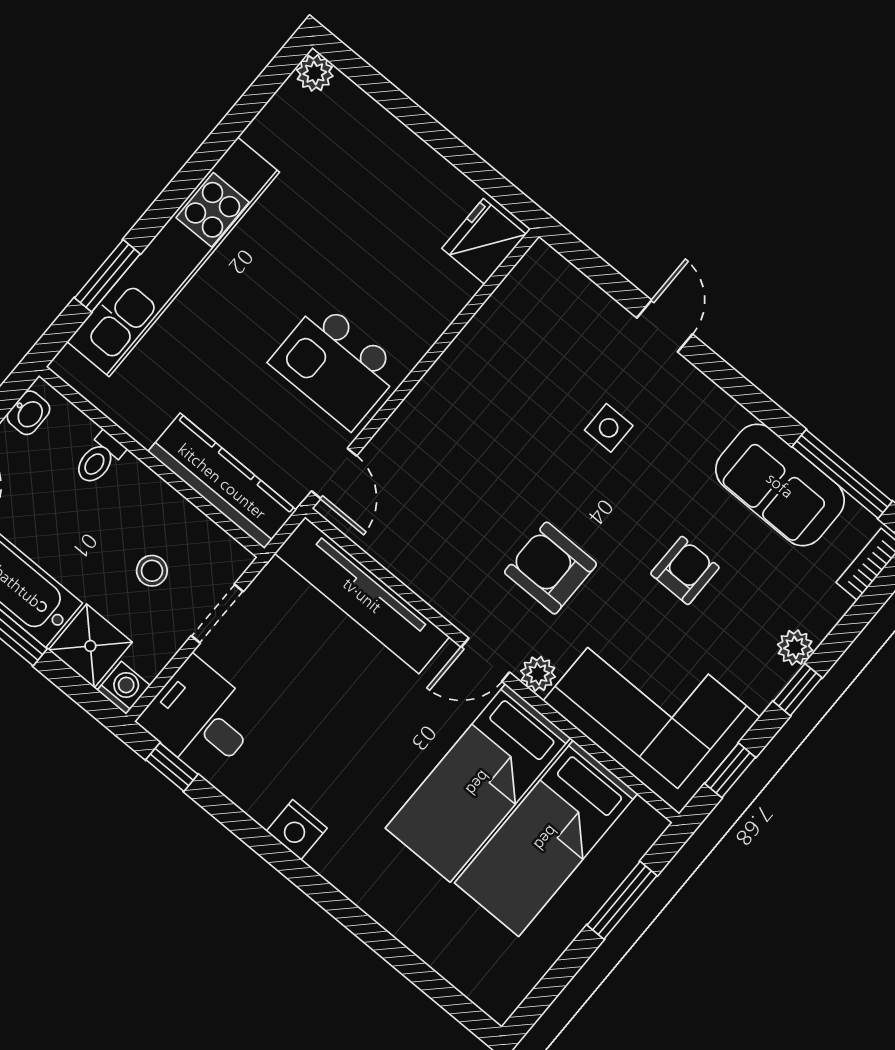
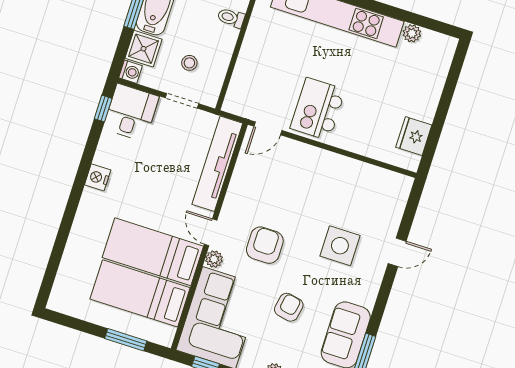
plant: (315, 73) -> (412, 33), moved
fridge: (484, 241) -> (414, 136), moved, turned -90
side table: (609, 428) -> (340, 246), width x1.87, depth x1.87
kitchen counter: (222, 481) -> (244, 78), removed
armchair: (685, 570) -> (289, 307), turned -79

